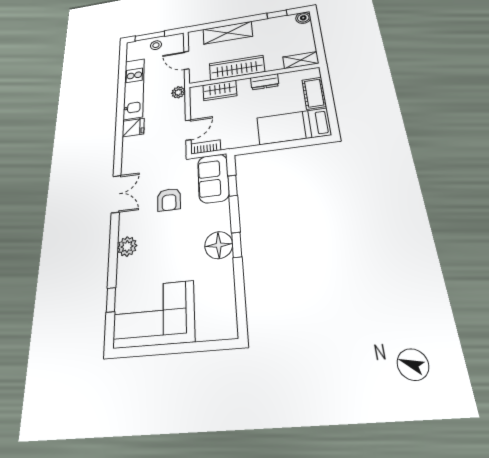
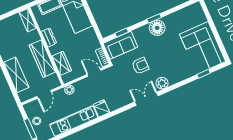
plant: (127, 246) -> (162, 83), moved

